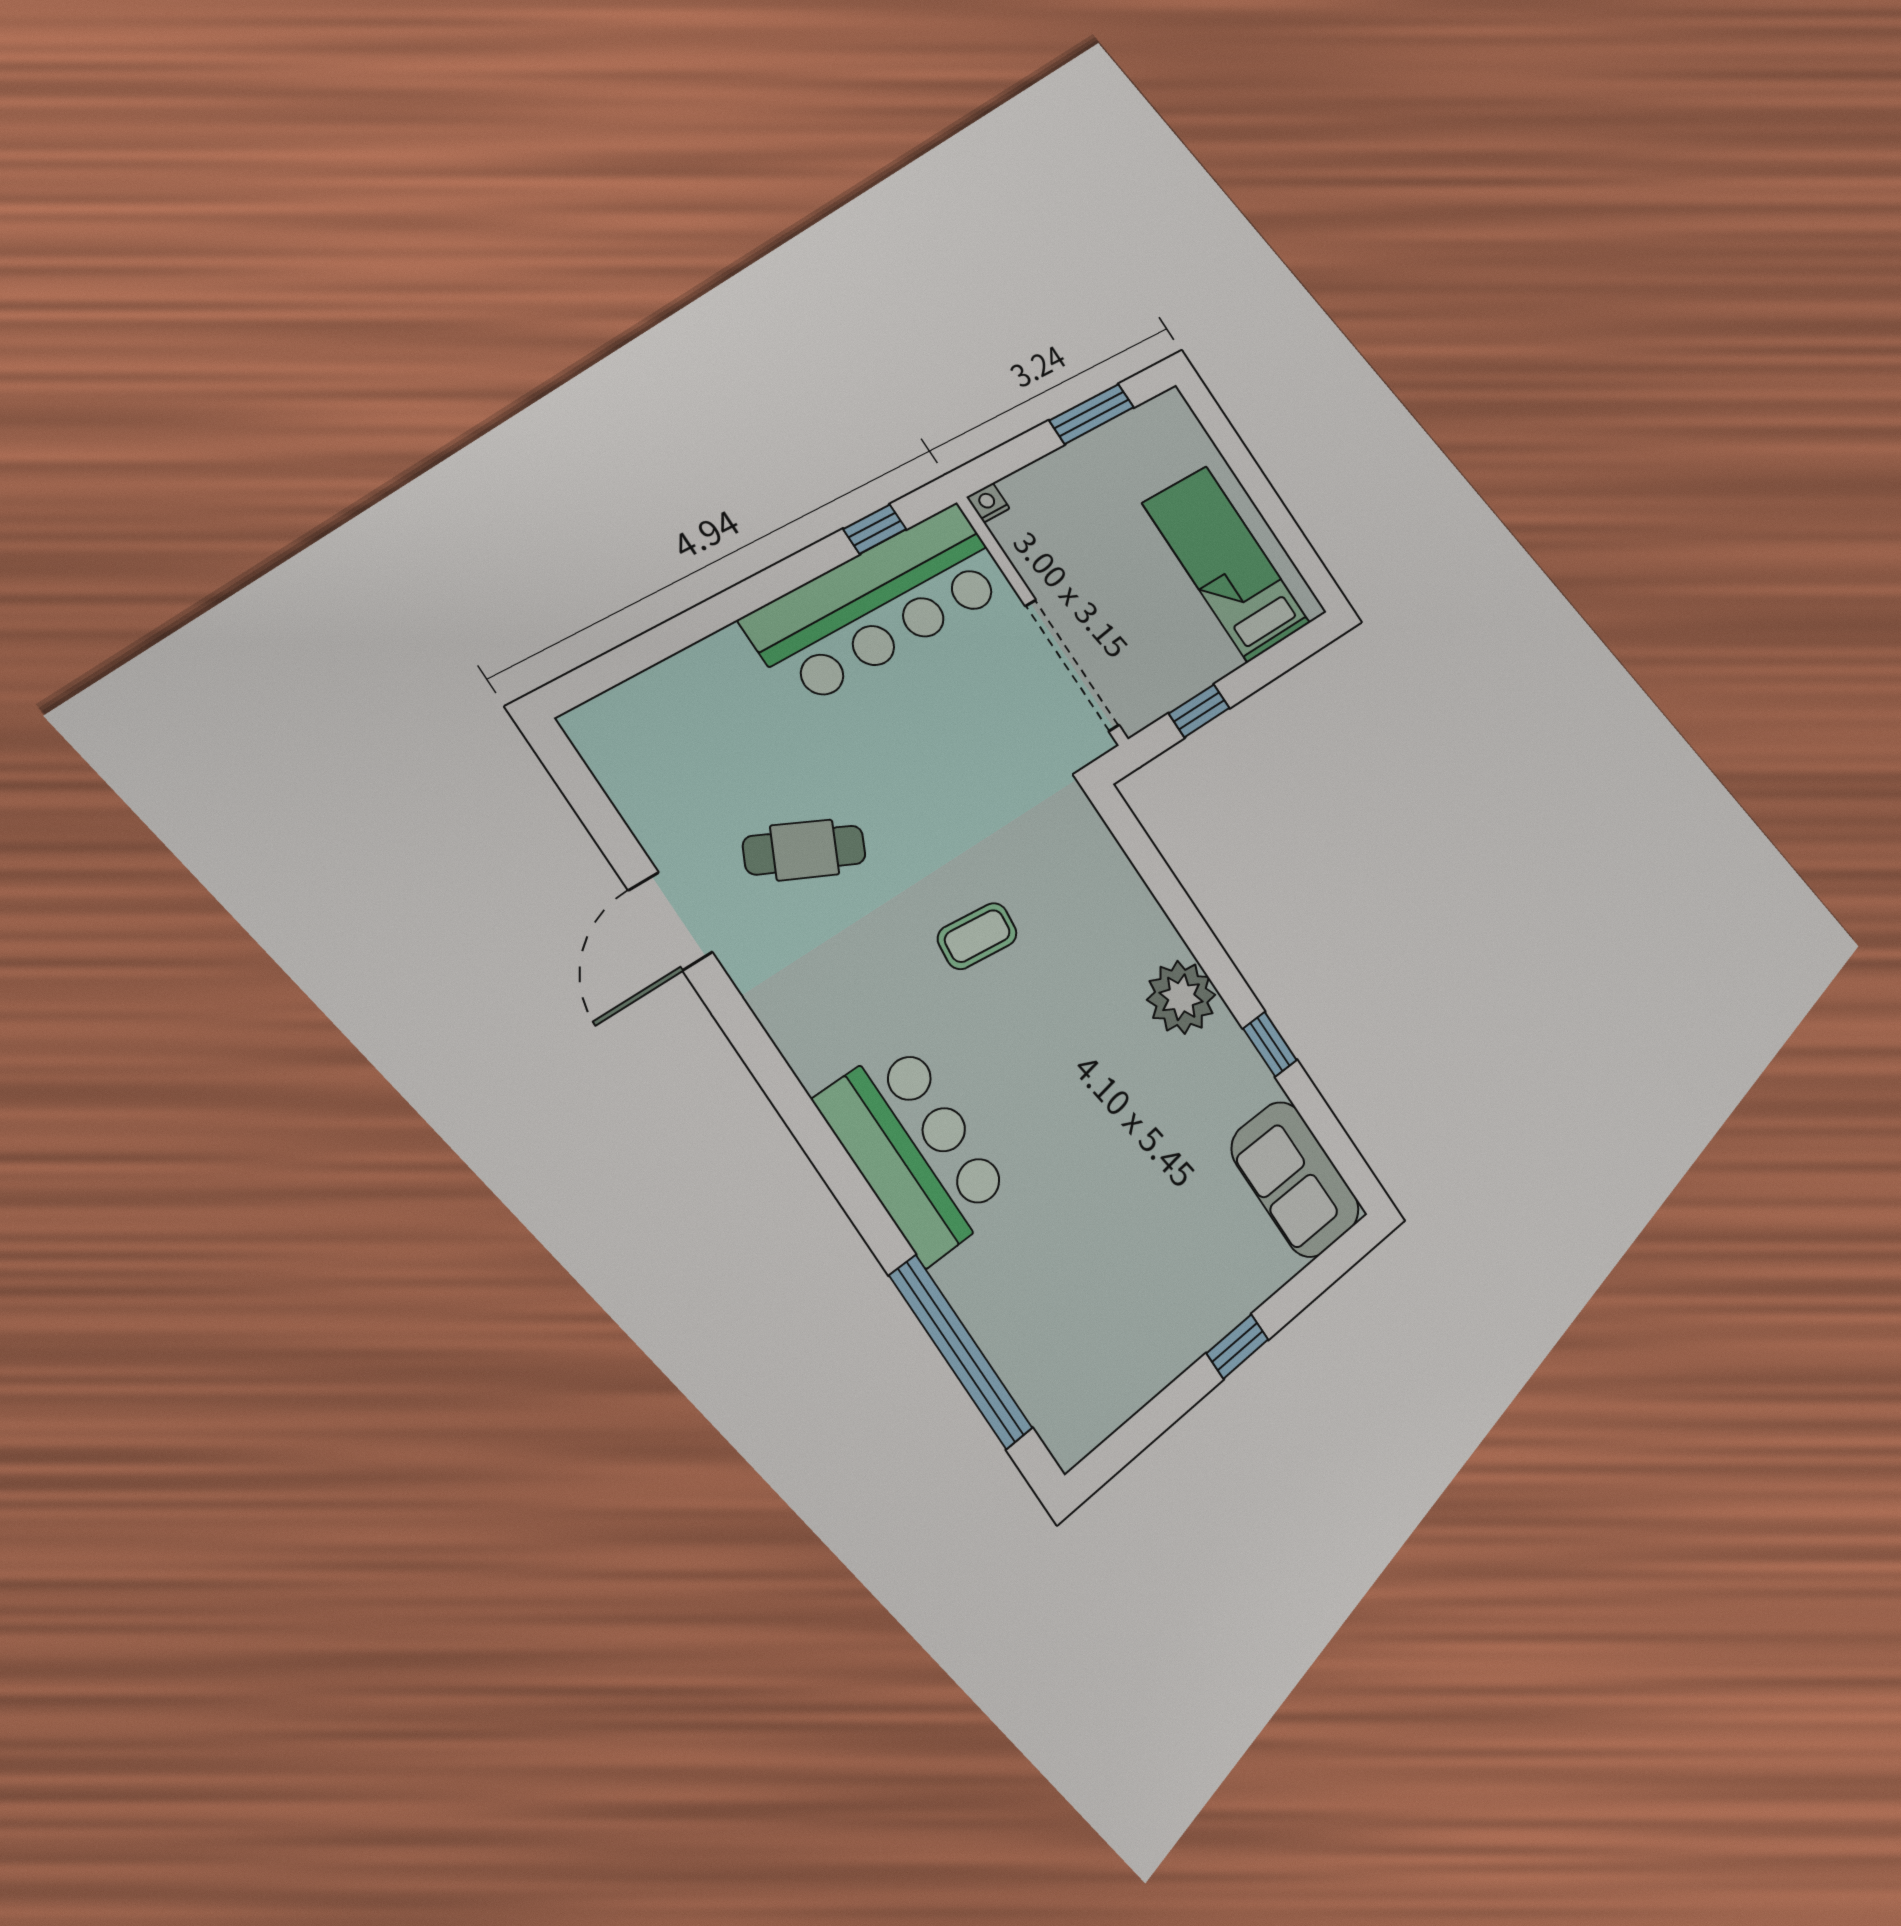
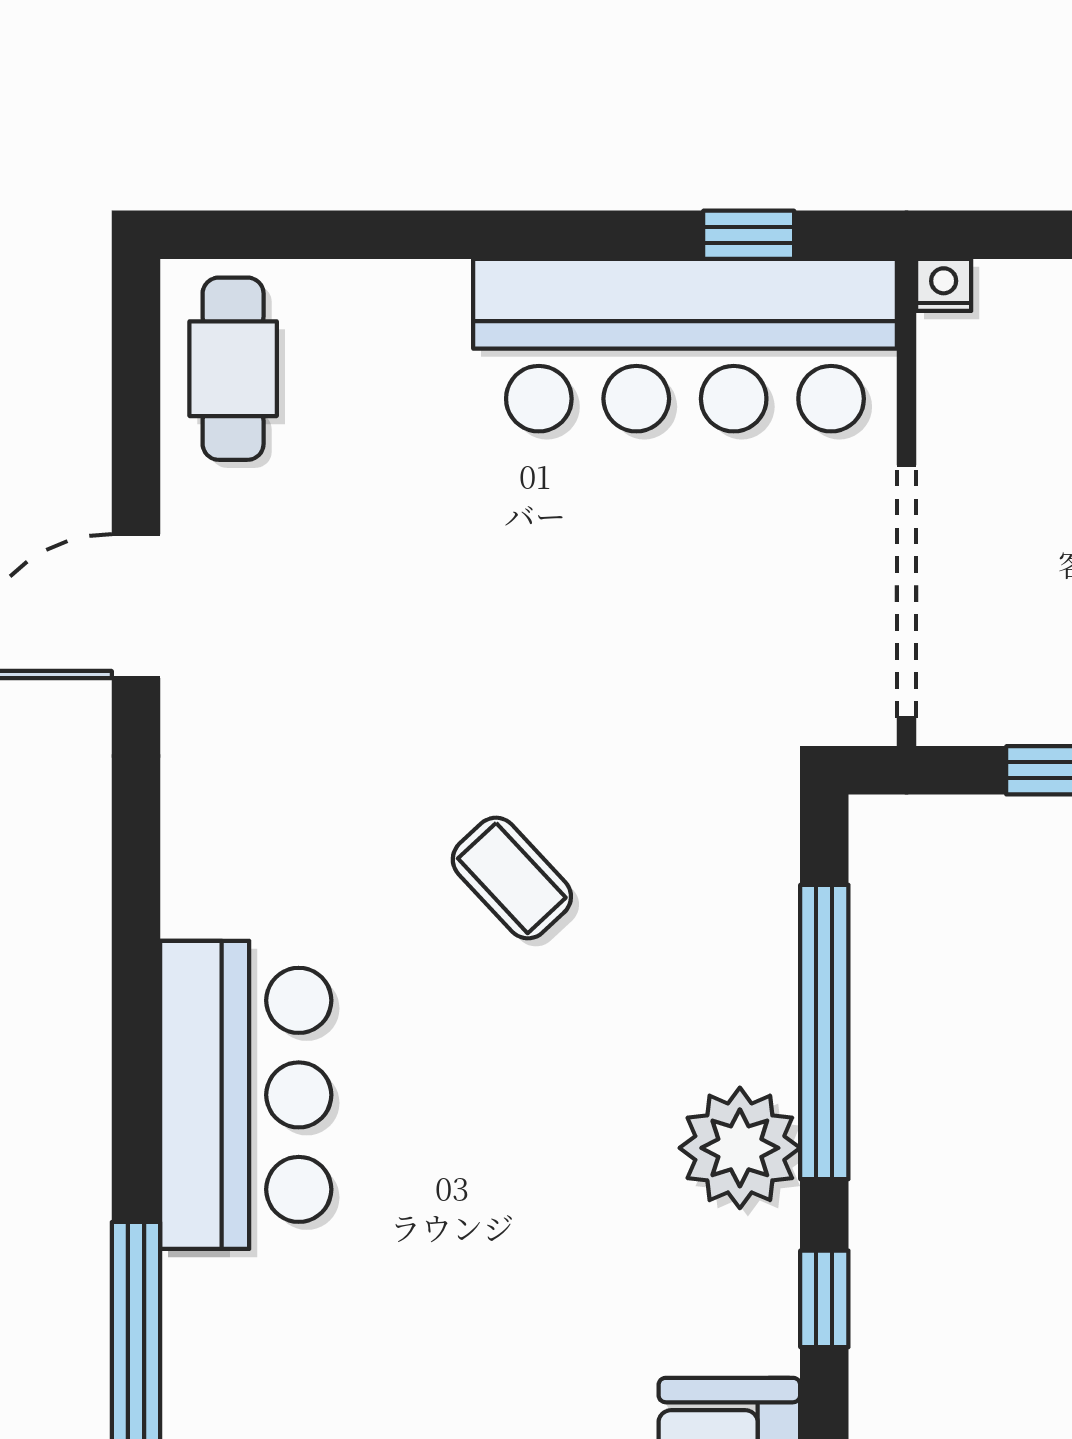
cafe table: (805, 850) -> (233, 369), moved, turned 64
window: (1181, 911) -> (824, 1032), added
coffee table: (977, 936) -> (512, 878), turned 41

